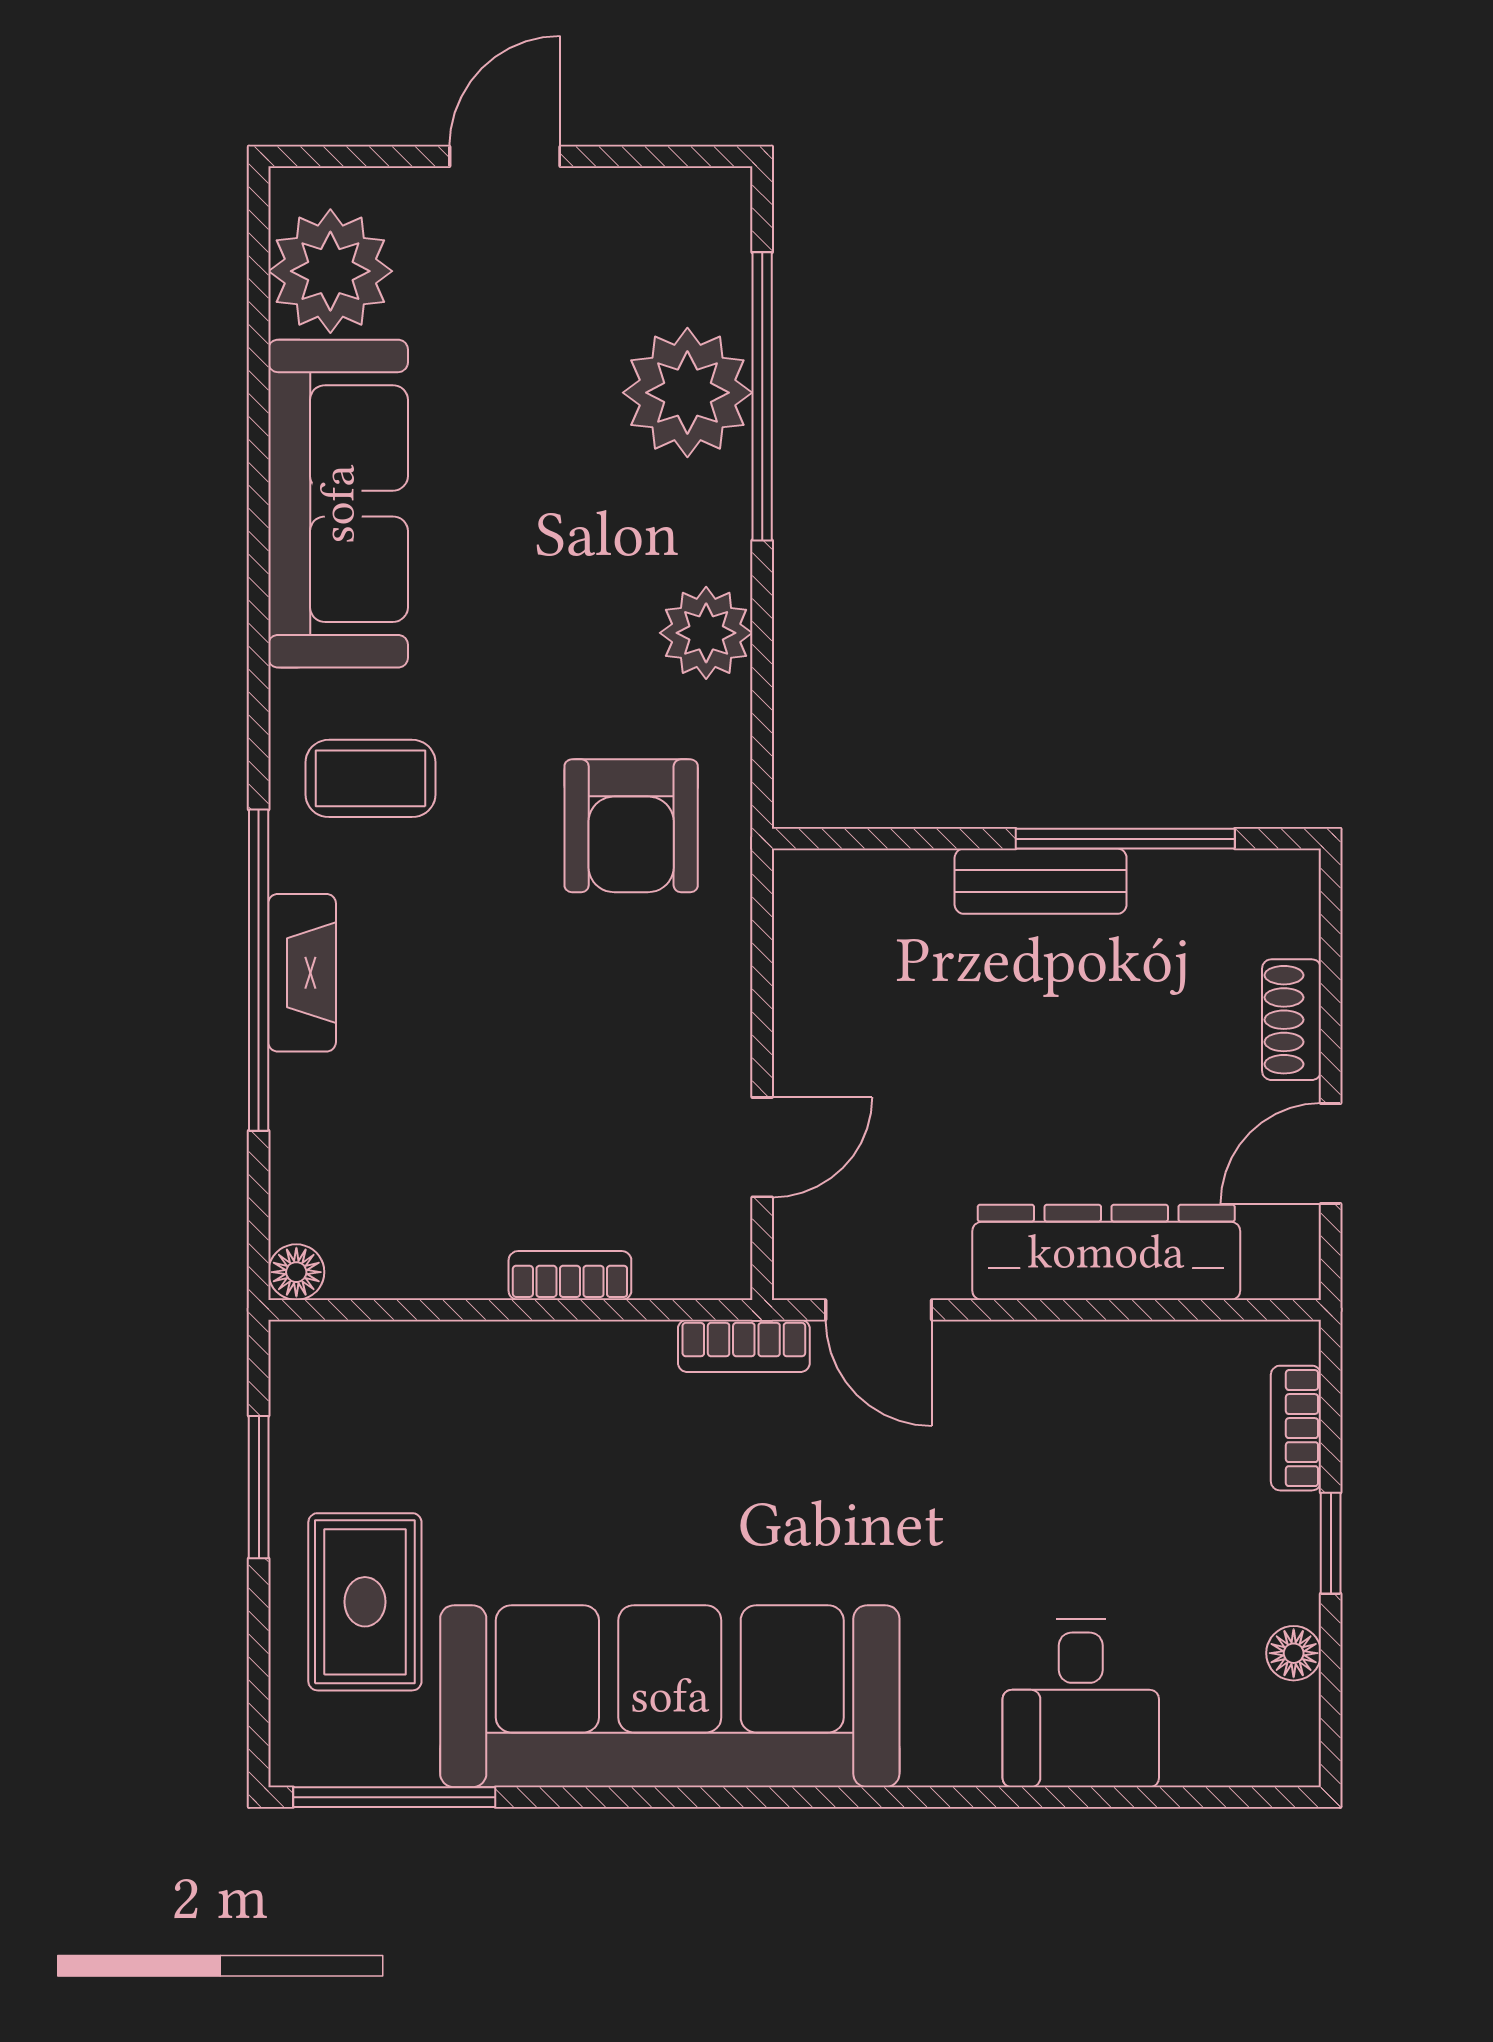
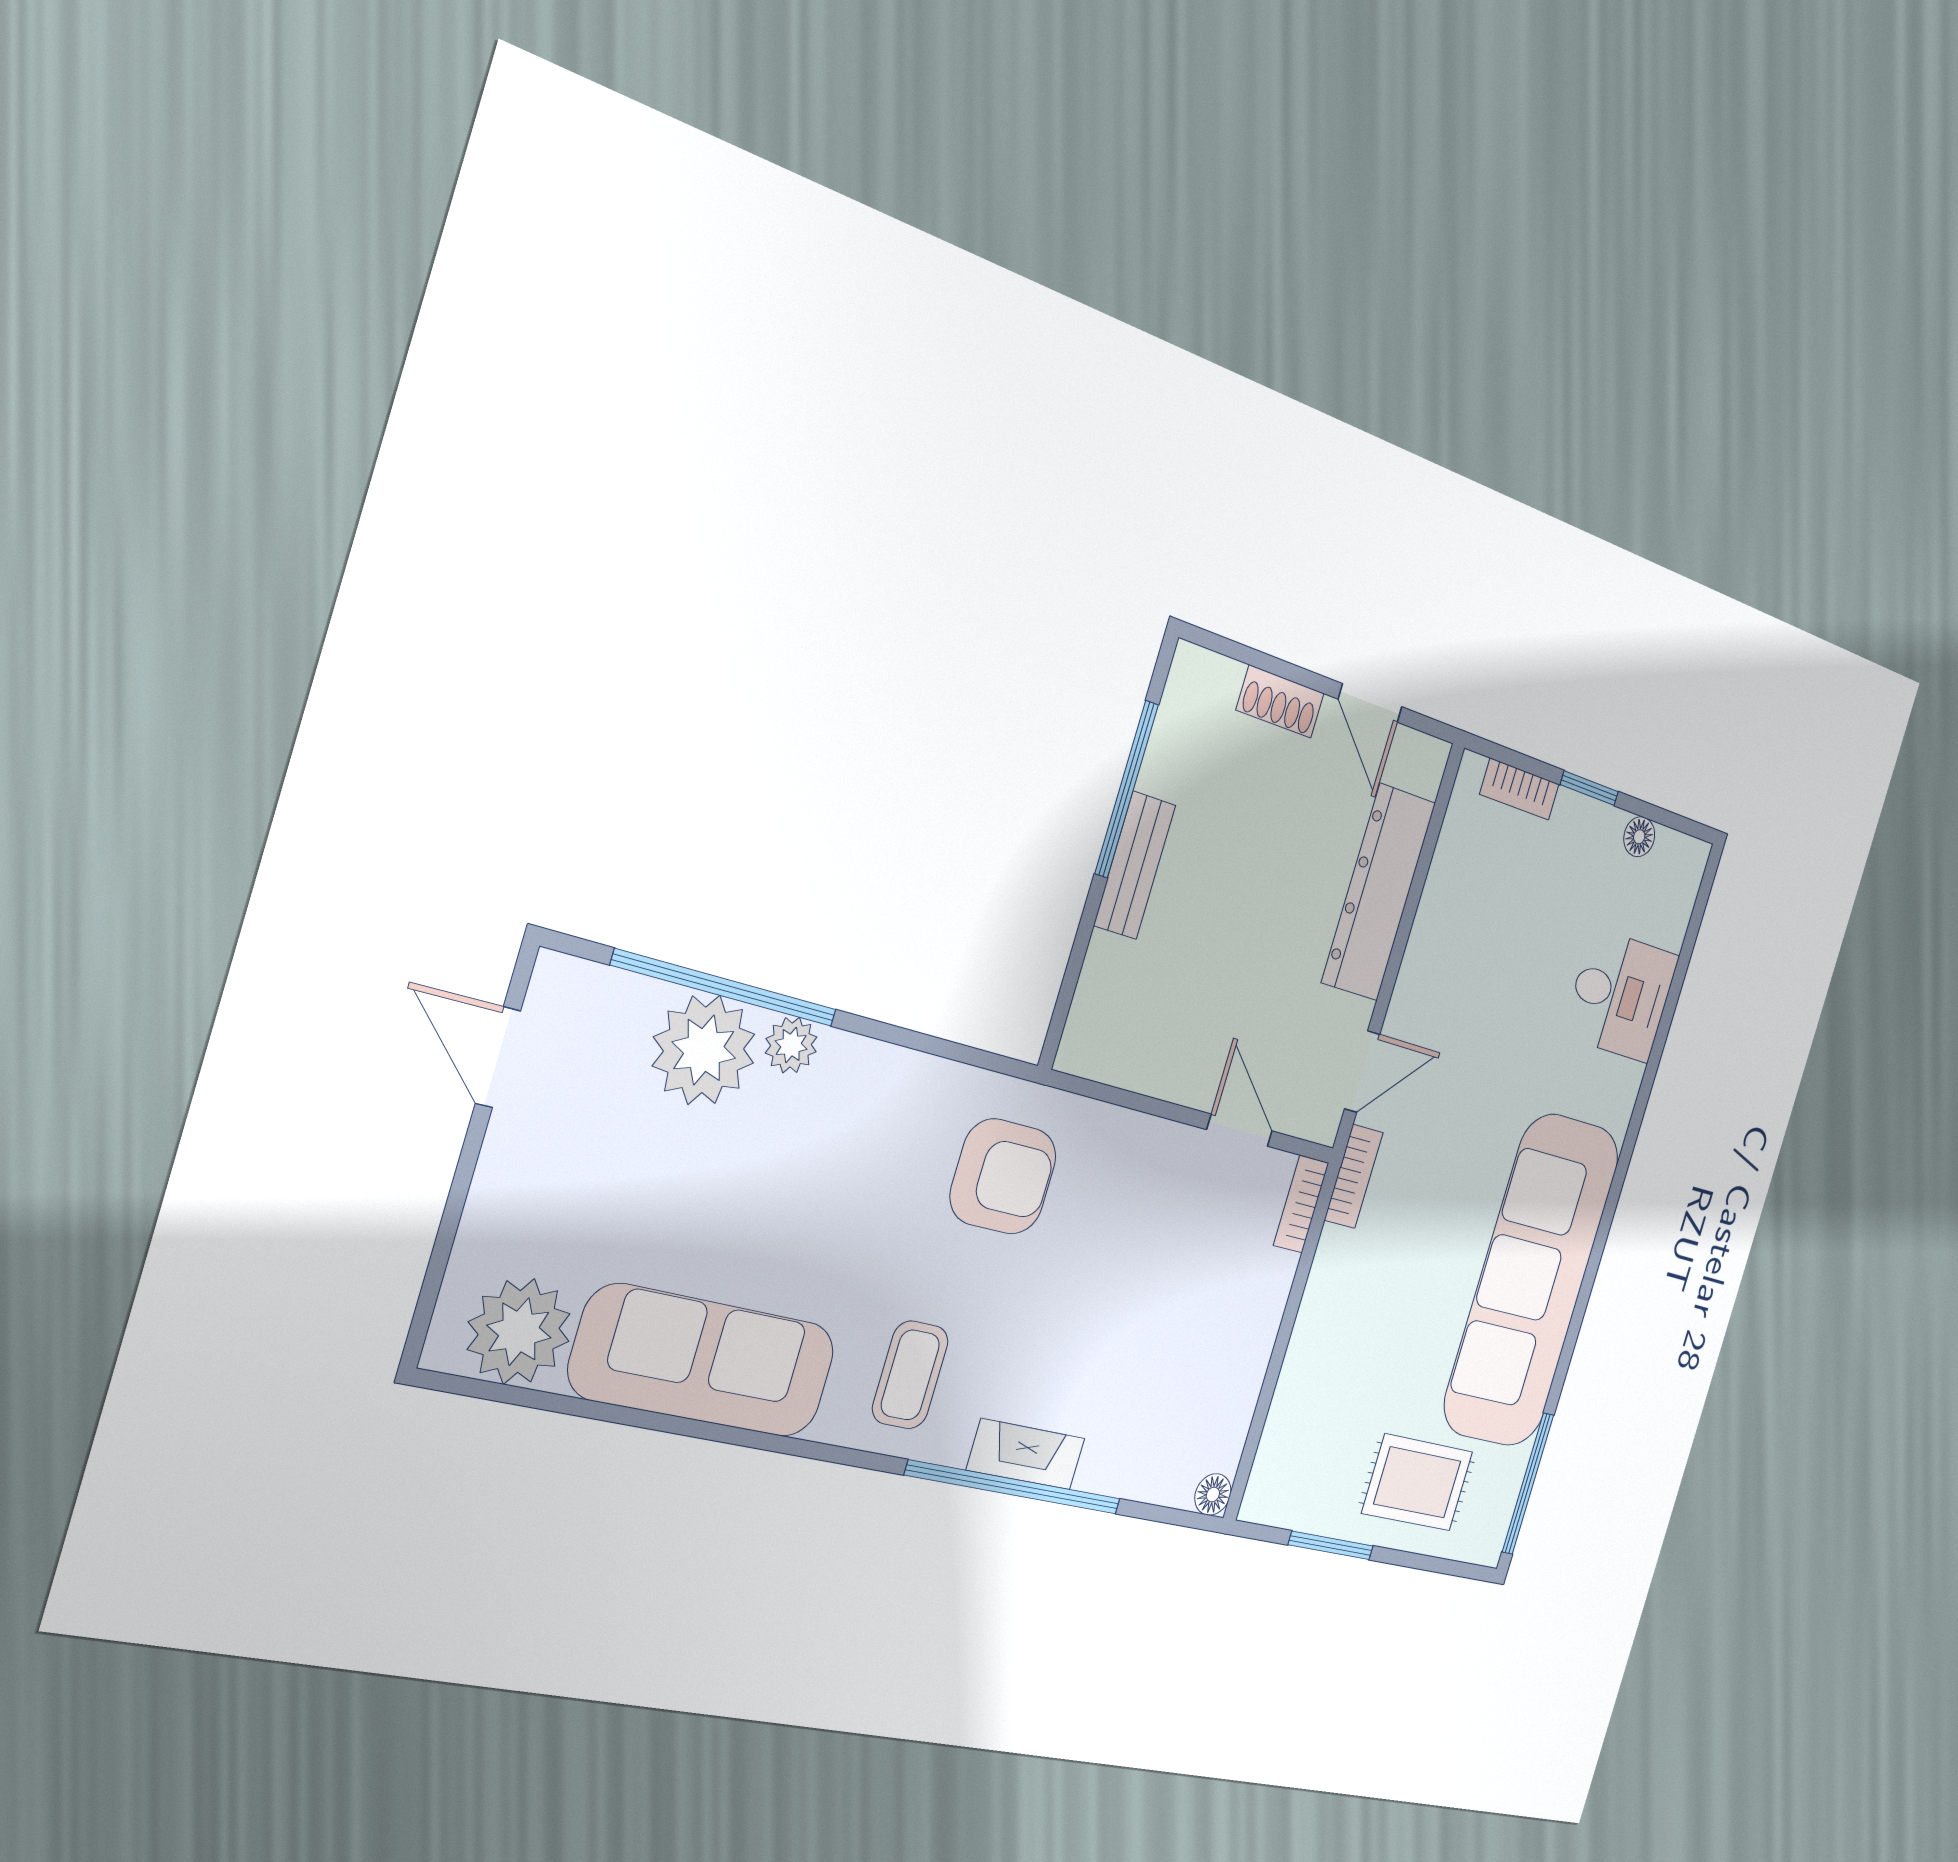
door: (505, 156) -> (498, 1057), moved
plant: (706, 633) -> (791, 1045), moved, width x0.73, depth x0.73
bookcase: (570, 1275) -> (1301, 1204), moved

